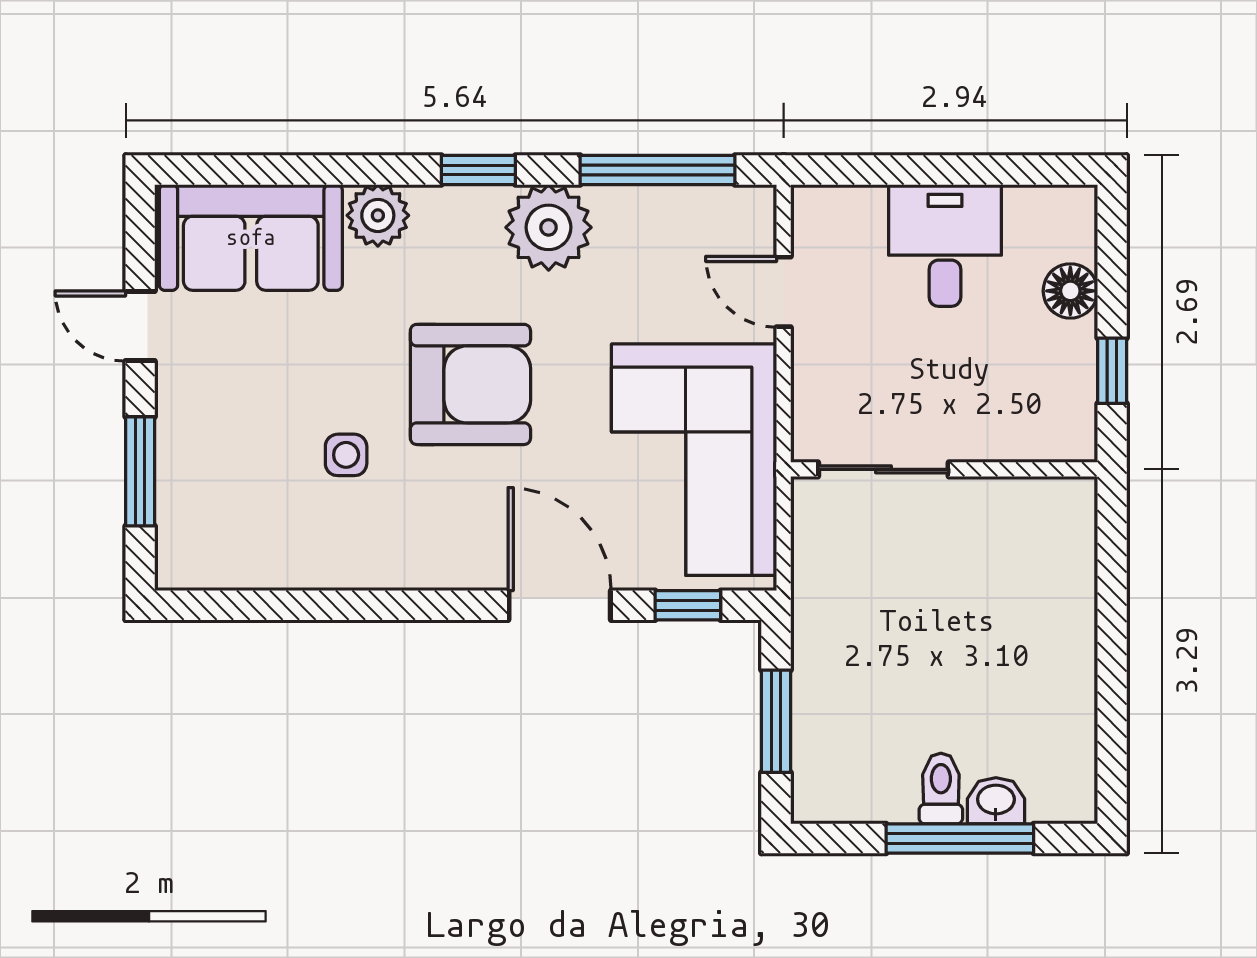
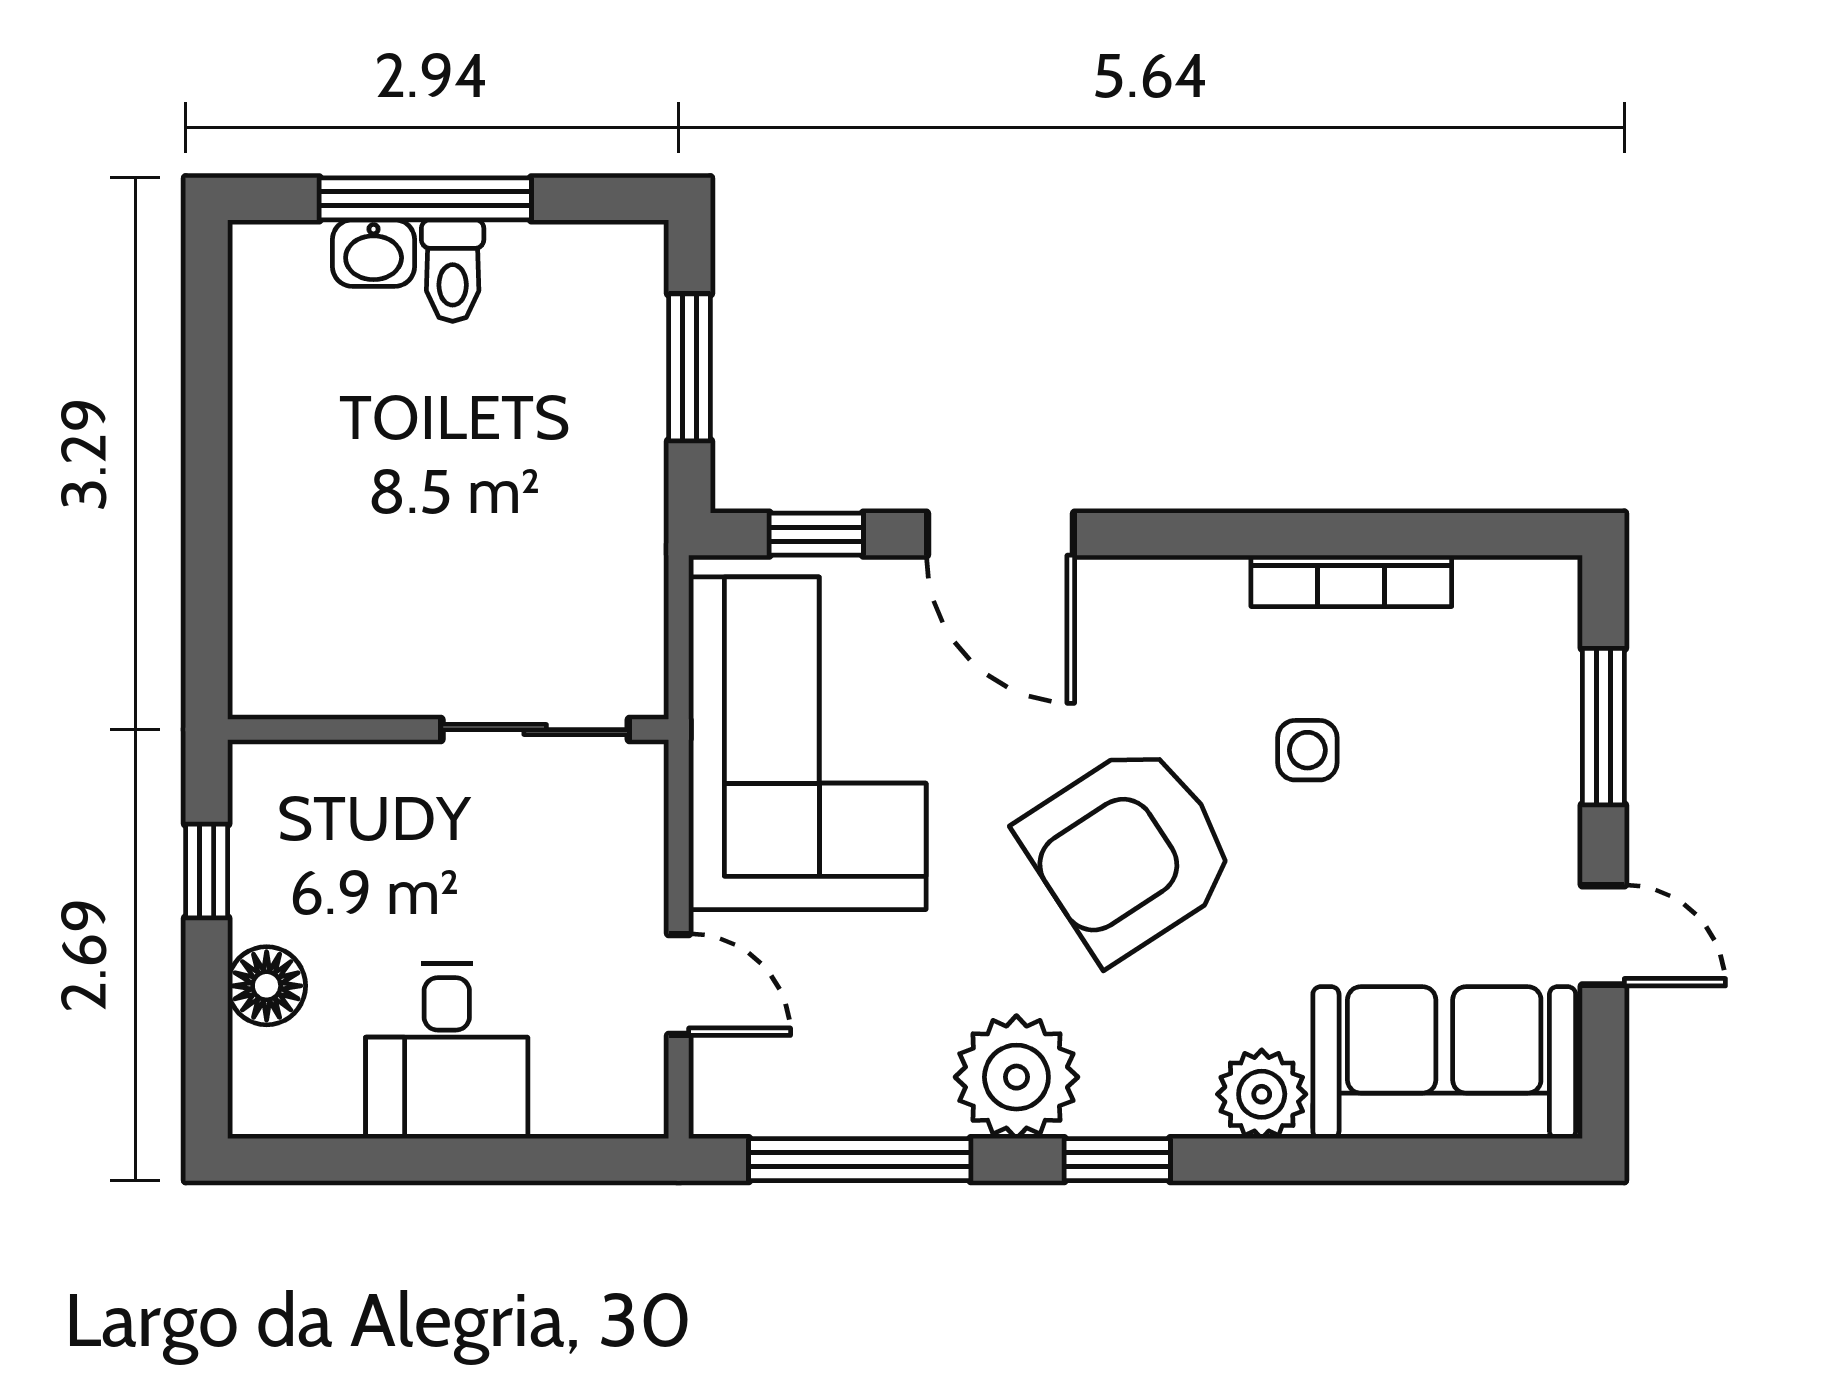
armchair: (470, 384) -> (1129, 851), turned -33
bookcase: (315, 573) -> (1351, 581), added

